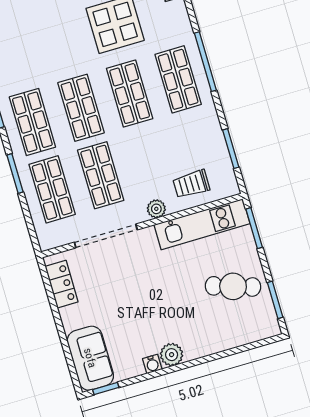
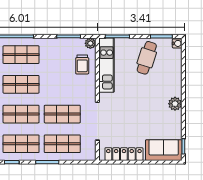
plant: (156, 209) -> (90, 43), moved
locker: (62, 284) -> (124, 154), width x1.53
water cooler: (152, 364) -> (177, 43), moved

